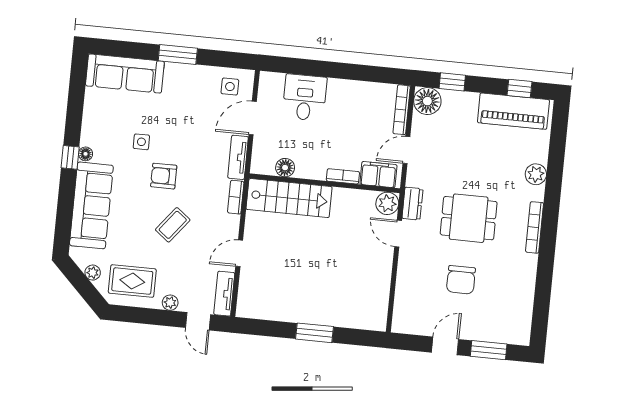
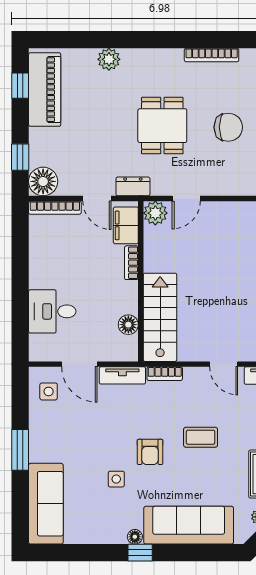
dresser: (412, 204) -> (133, 186), moved
coffee table: (173, 225) -> (201, 437), turned -38
bookcase: (535, 227) -> (212, 55), moved

